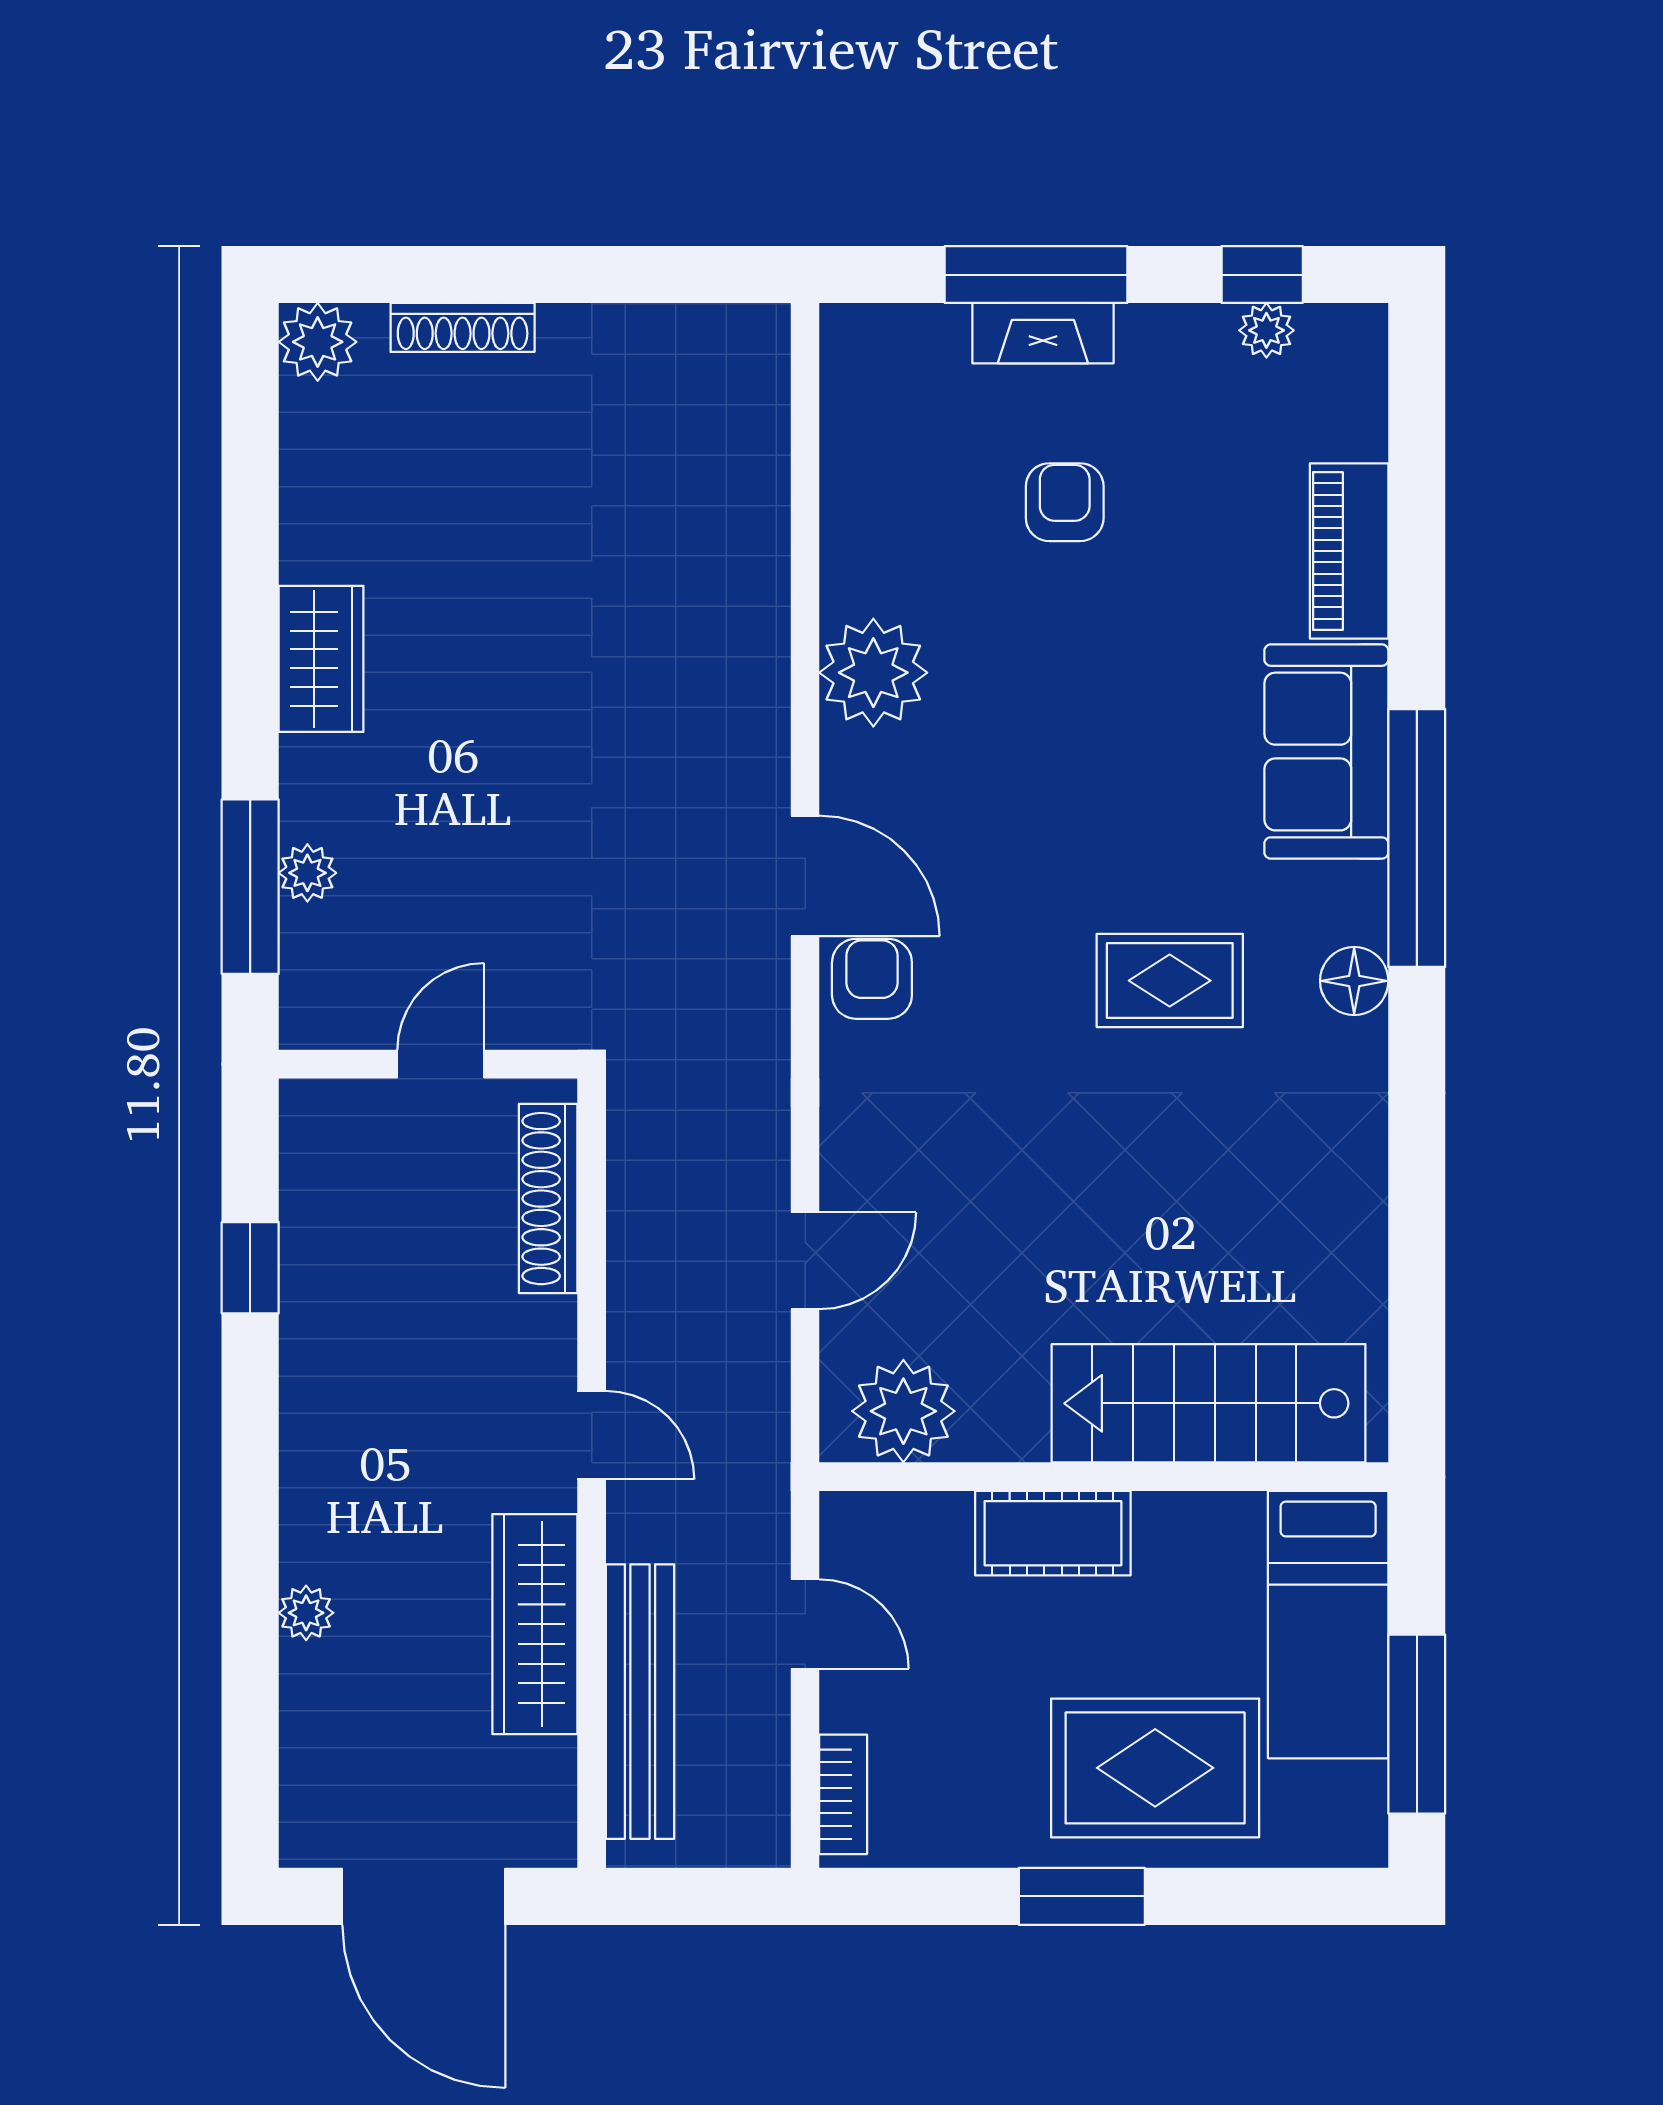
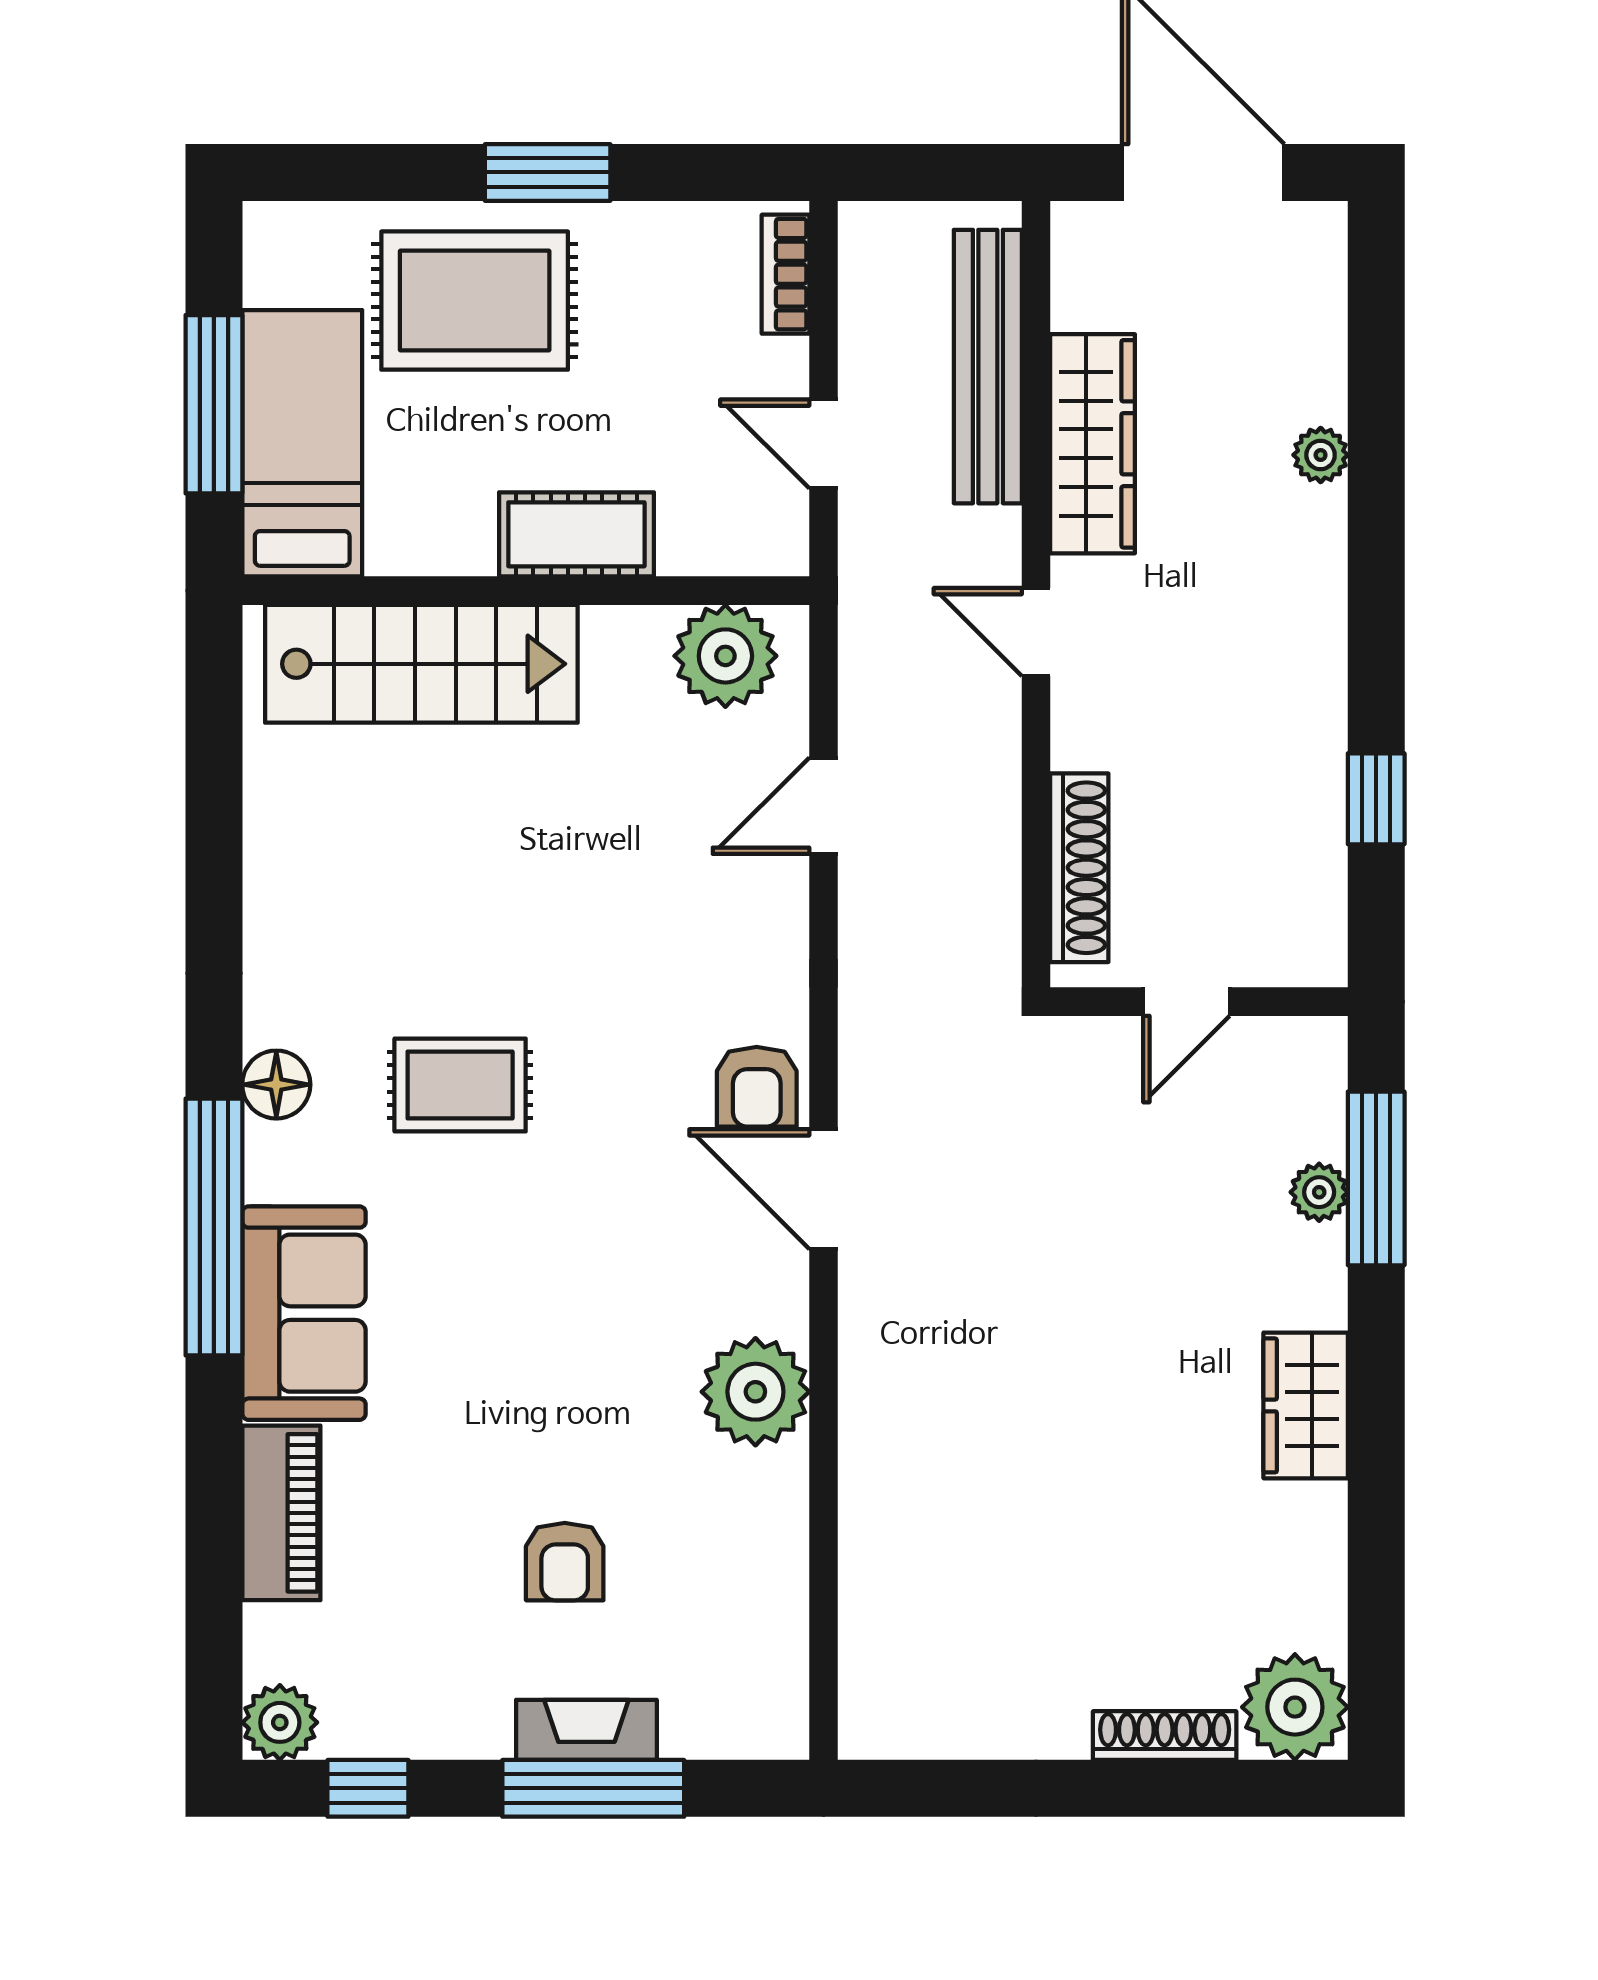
plant: (1266, 330) -> (280, 1722), moved, width x1.38, depth x1.38
plant: (318, 342) -> (1295, 1707), width x1.36, depth x1.36
window: (1417, 1724) -> (214, 404), moved

